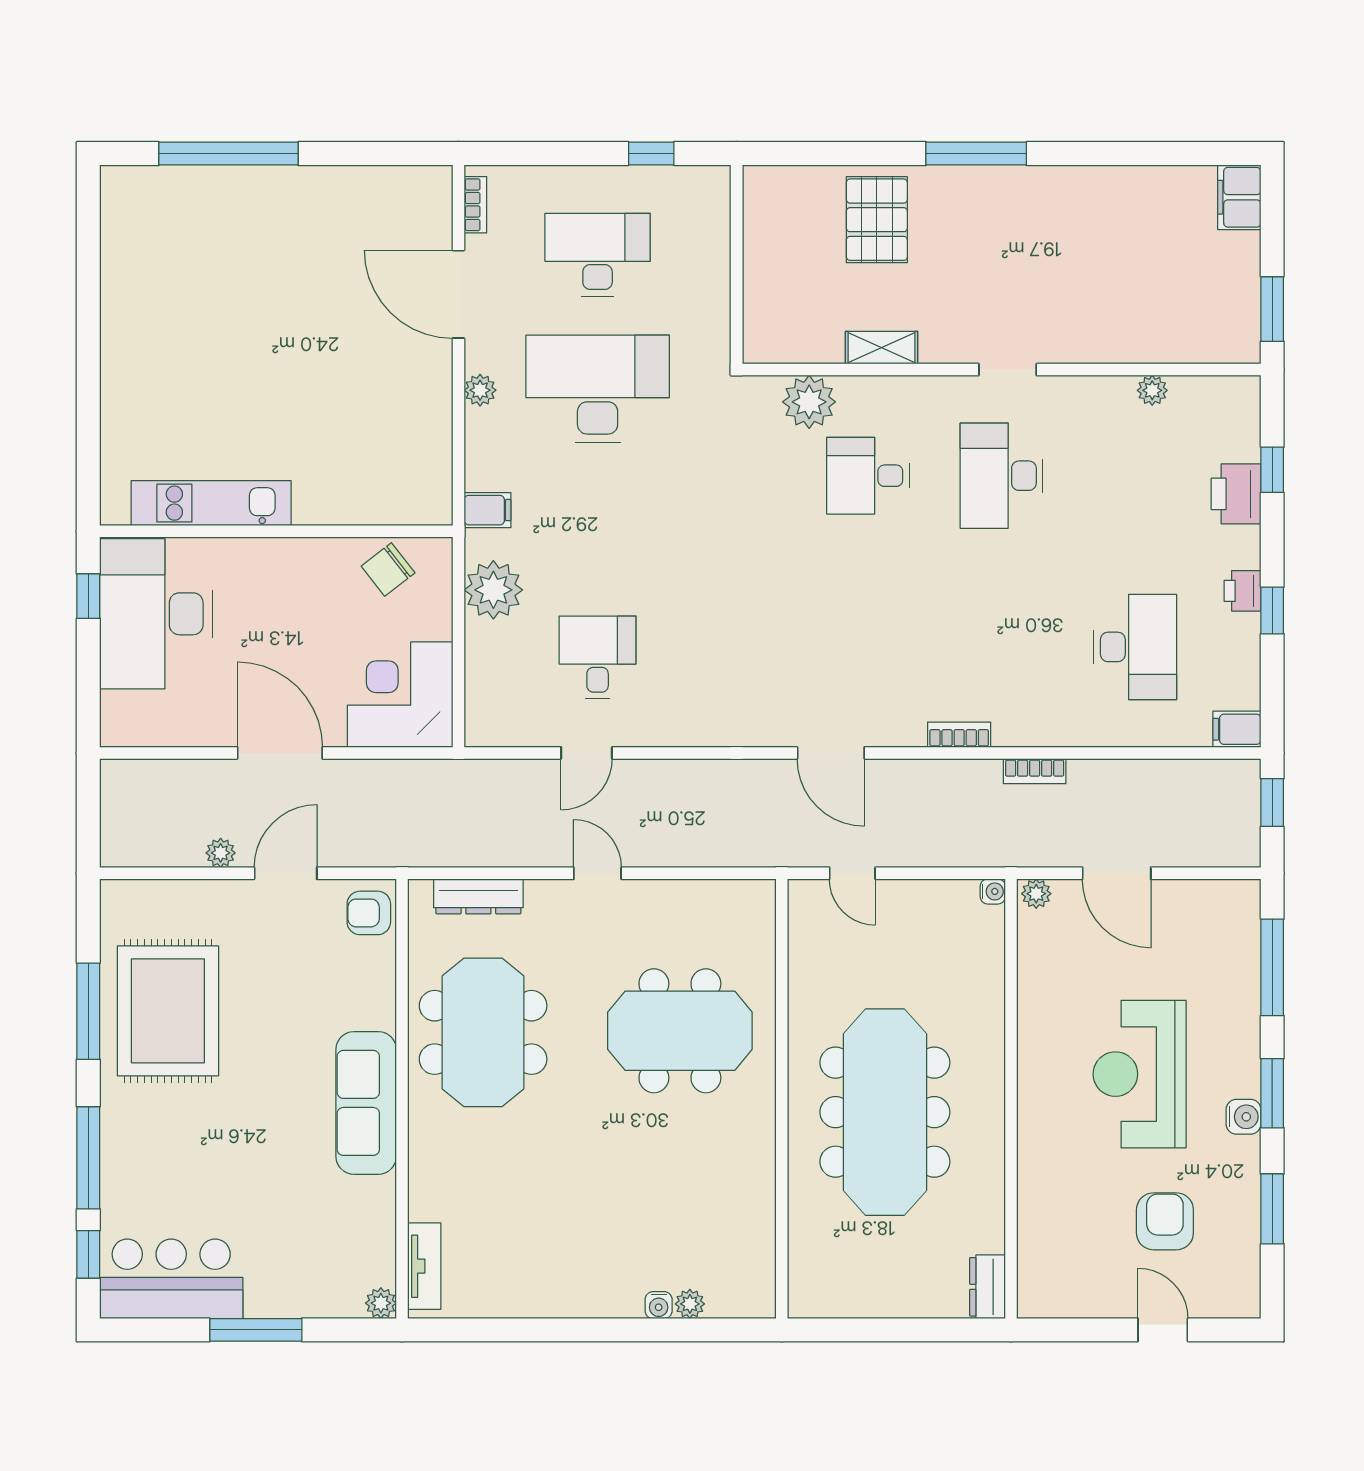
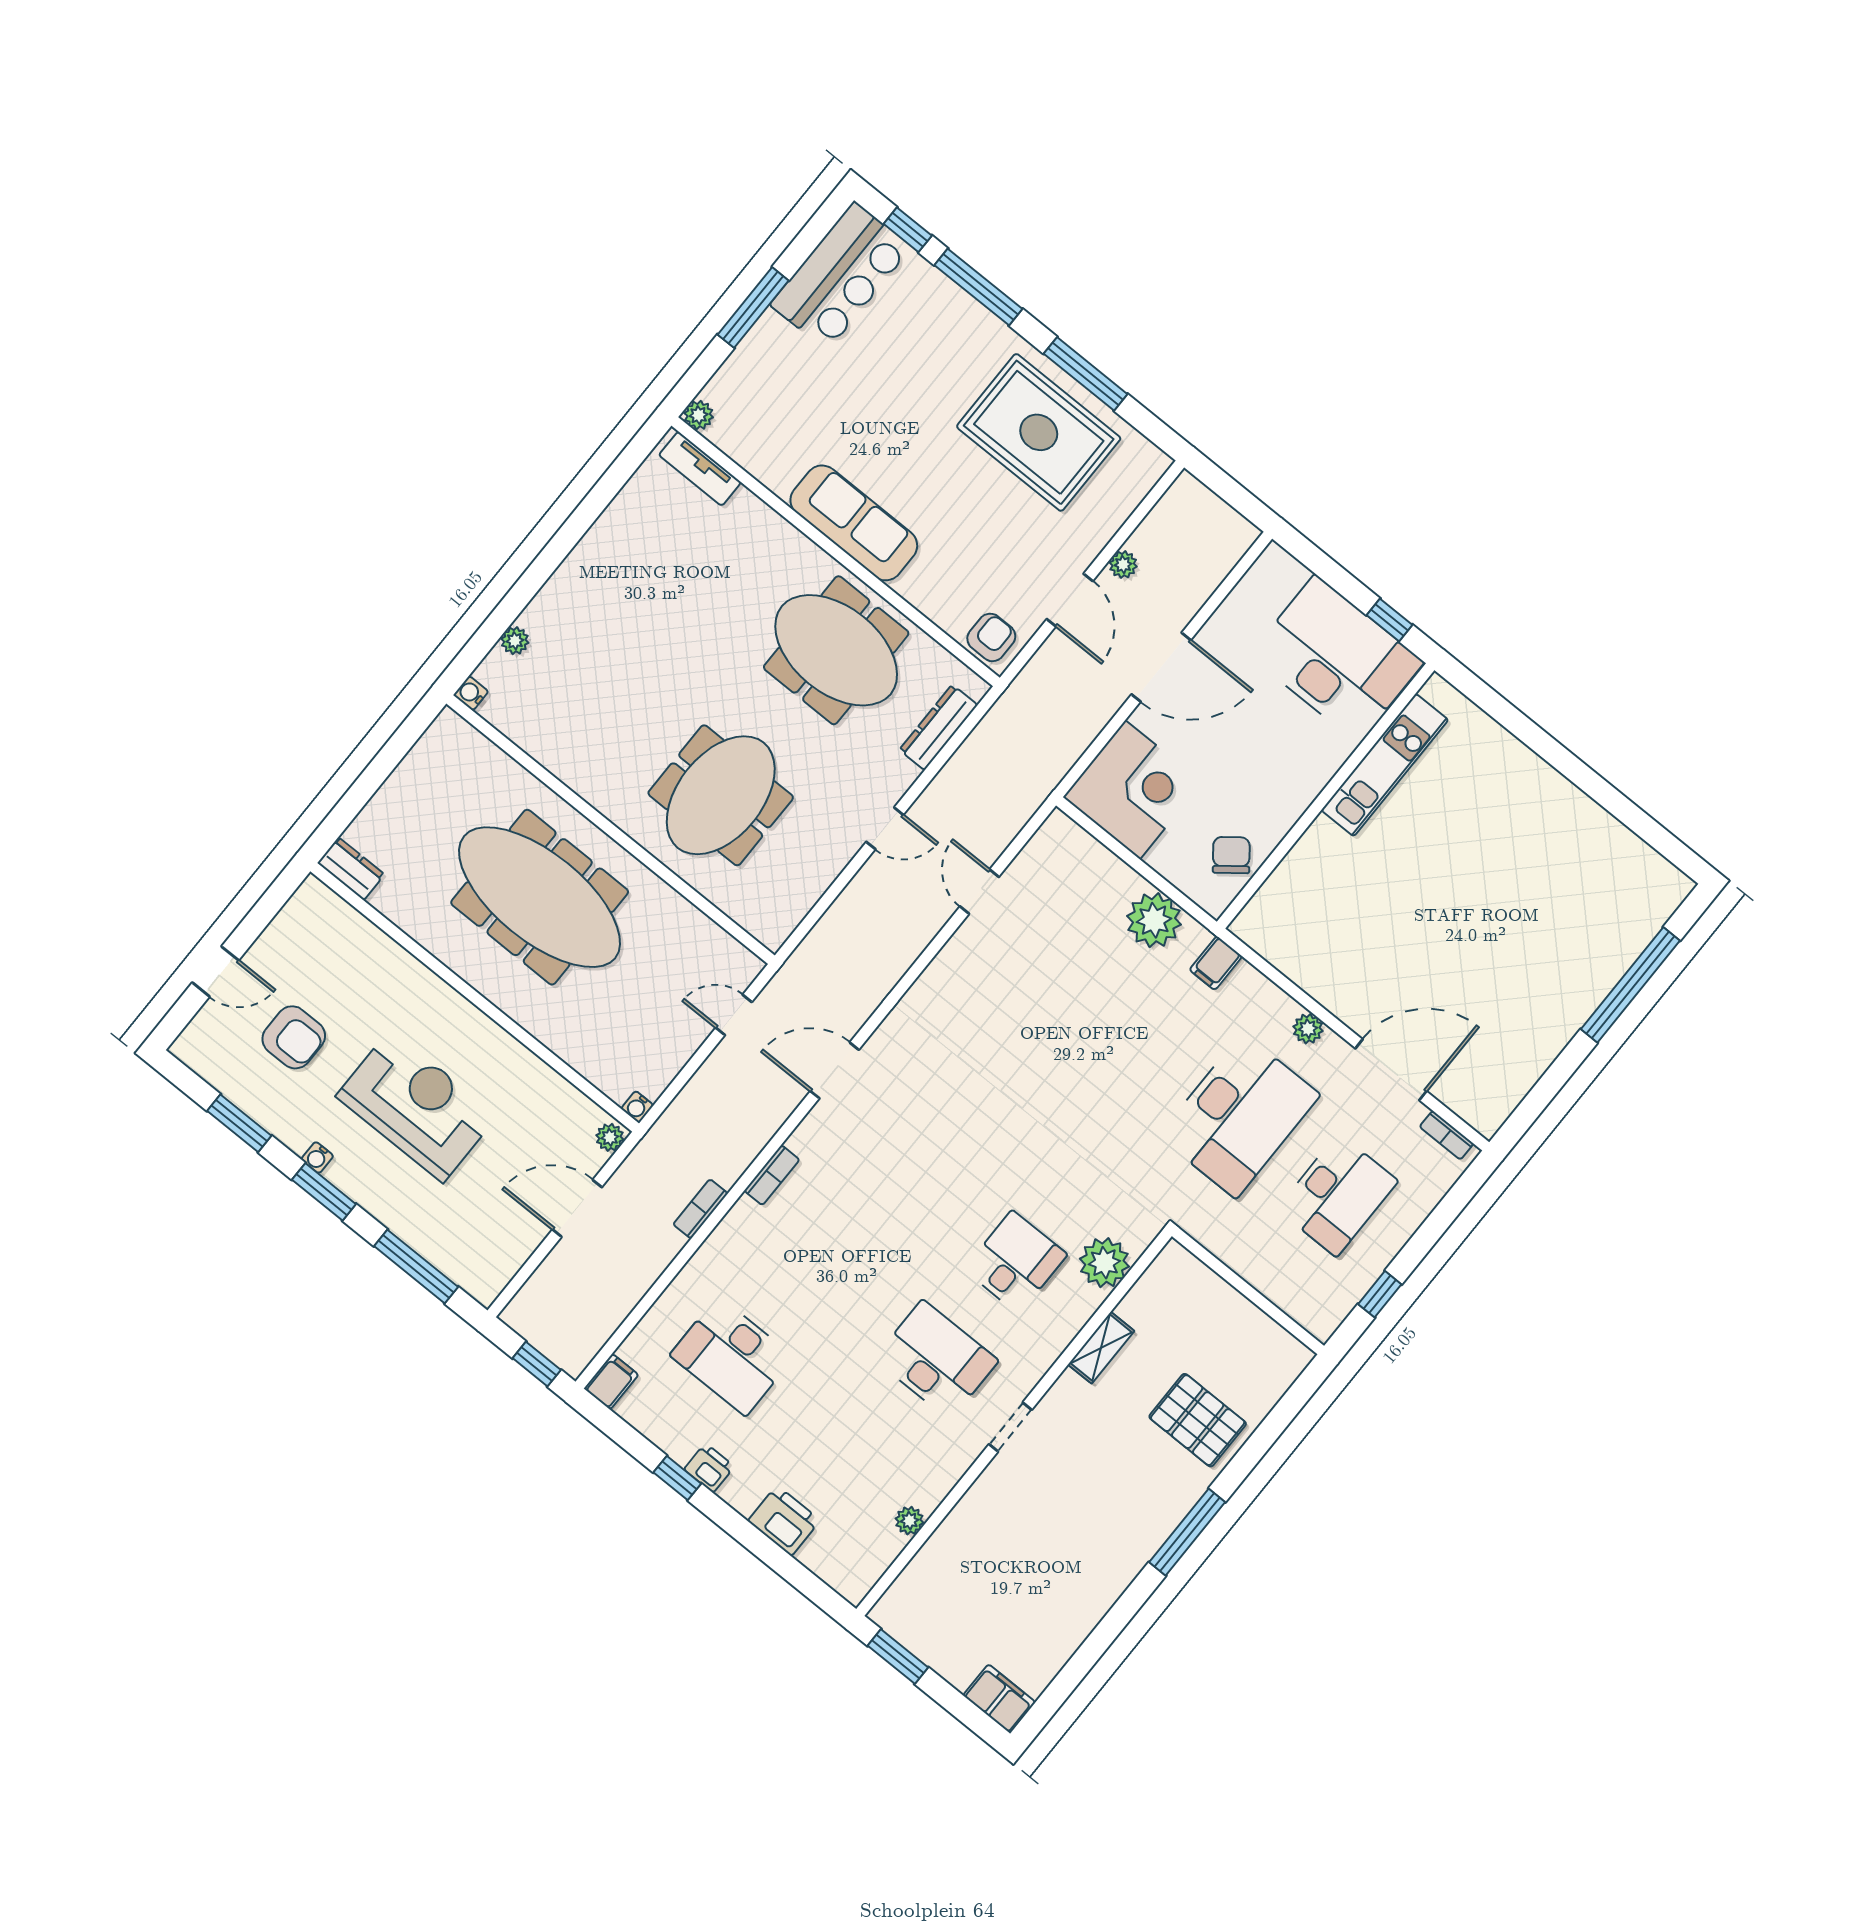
window: (1272, 470) -> (780, 1561), removed
desk: (598, 657) -> (1043, 956), removed
water cooler: (1244, 1117) -> (317, 1158), width x0.72, depth x0.72
water cooler: (659, 1305) -> (471, 693), moved

